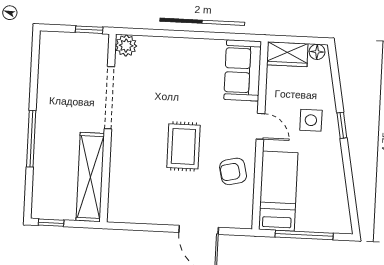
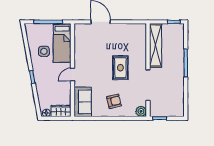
side table: (311, 120) -> (44, 51), moved
door: (260, 126) -> (72, 75), hinge flipped
rug: (183, 146) -> (120, 68), moved
armchair: (233, 171) -> (114, 101), moved

